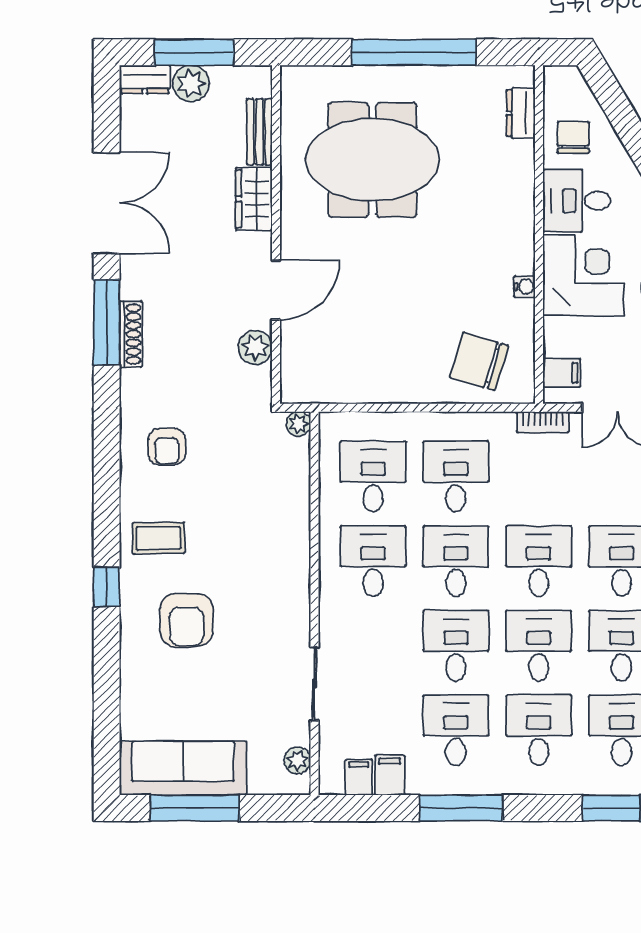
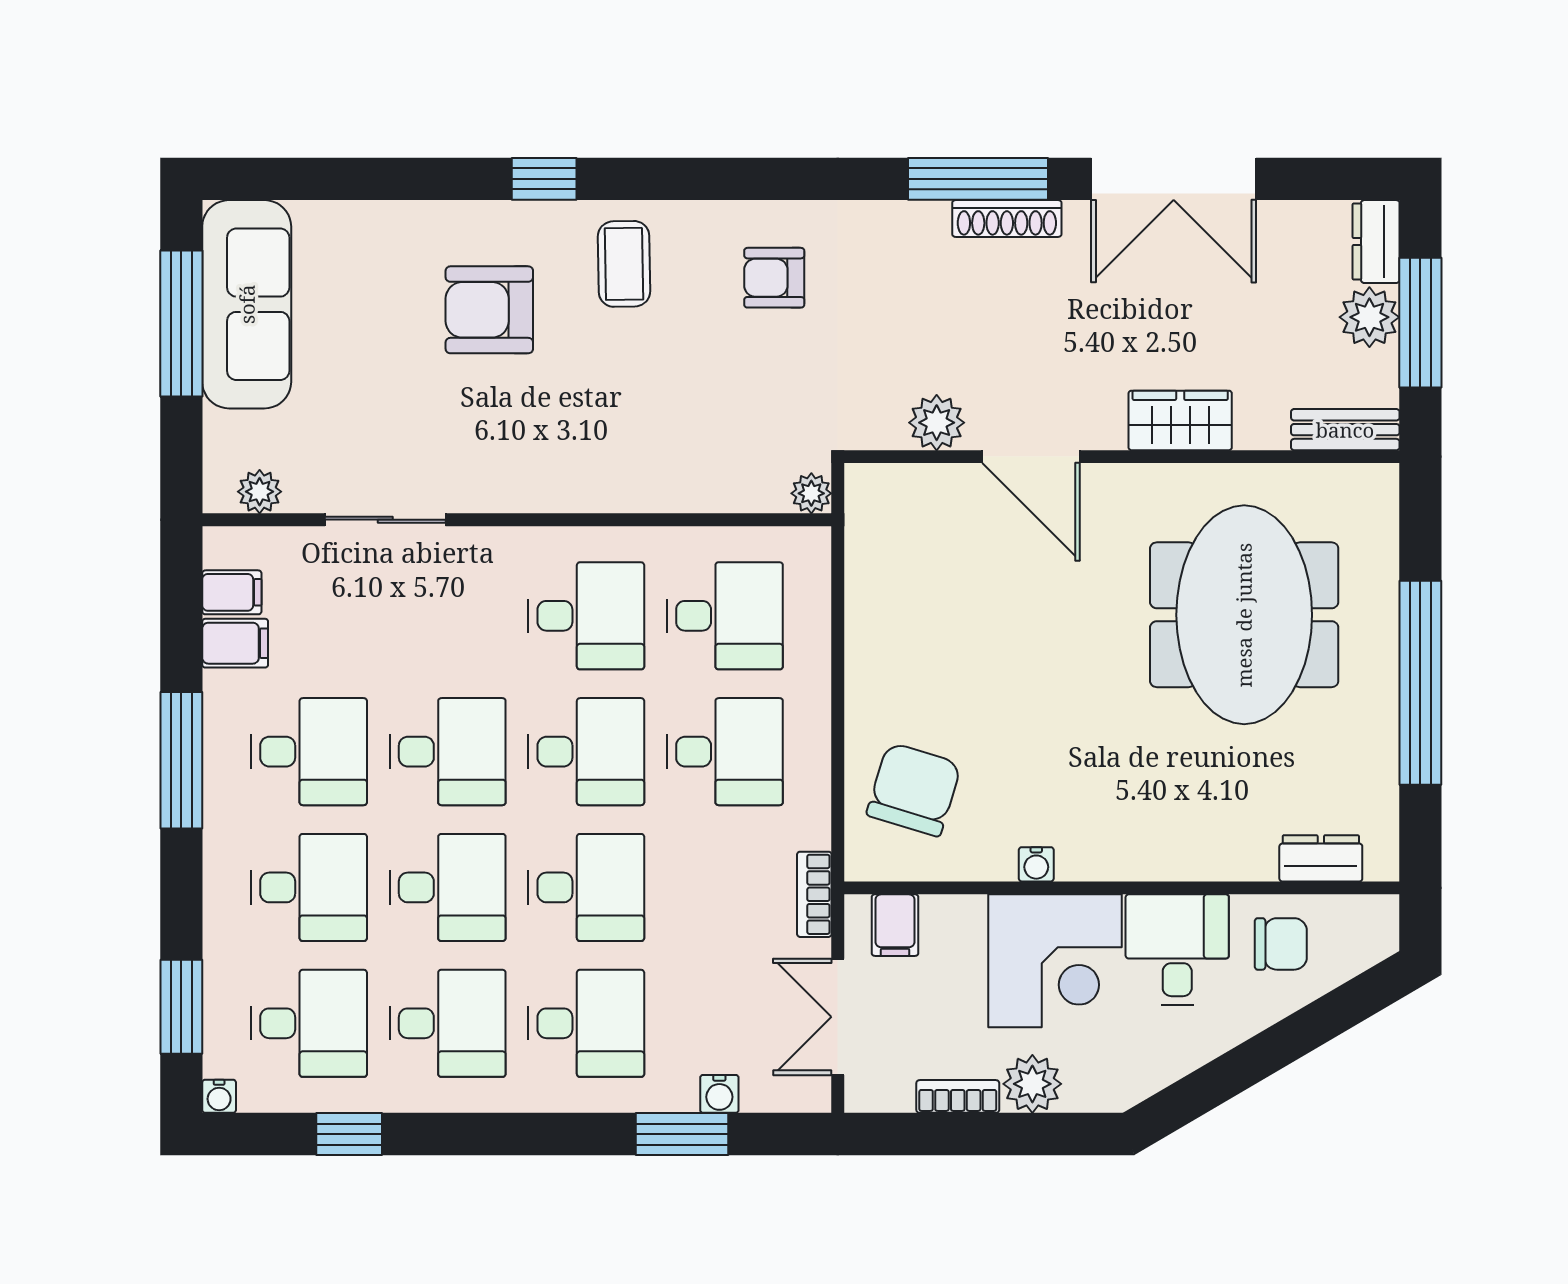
bench: (260, 132) -> (1345, 430), moved
shoe rack: (131, 334) -> (1007, 219), moved

